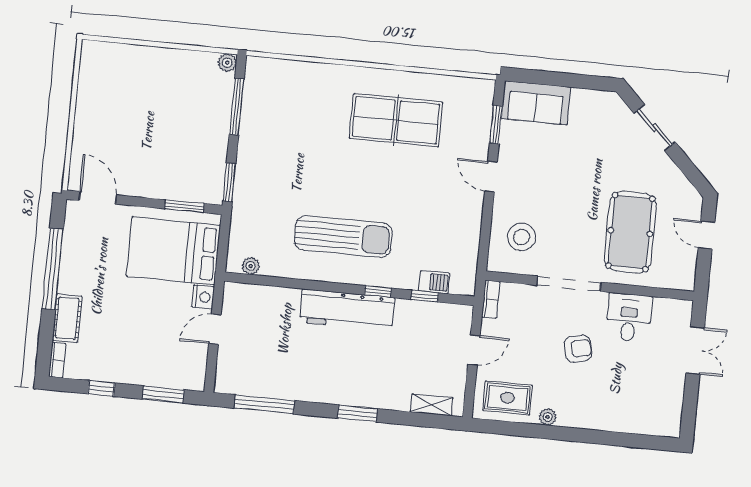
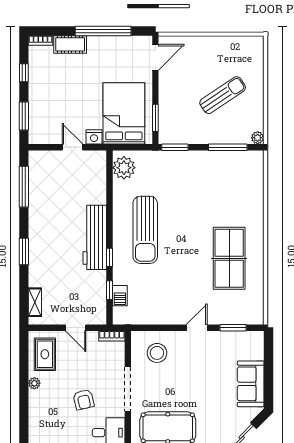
sofa: (536, 103) -> (251, 384), moved
sun lounger: (161, 107) -> (223, 95), added
plant: (251, 266) -> (124, 168), width x1.87, depth x1.87

